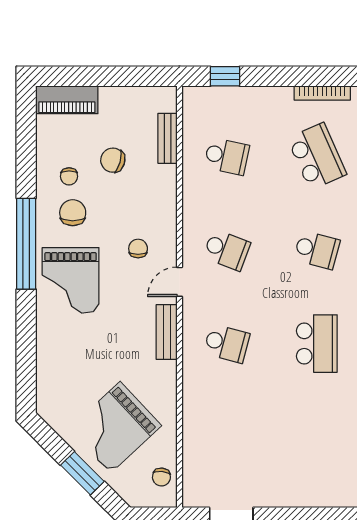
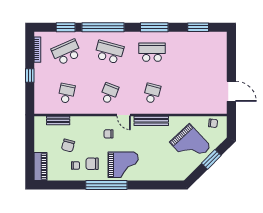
window: (225, 76) -> (30, 76), moved
school desk: (317, 250) -> (109, 52), width x1.85
bench: (167, 332) -> (151, 121), width x1.36

